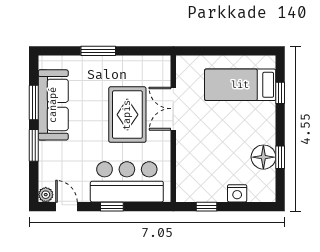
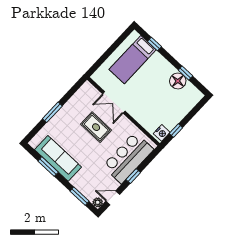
rug: (127, 115) -> (96, 127), width x0.73, depth x0.70
window: (34, 145) -> (79, 196), moved
nightstand: (237, 193) -> (162, 133), moved

